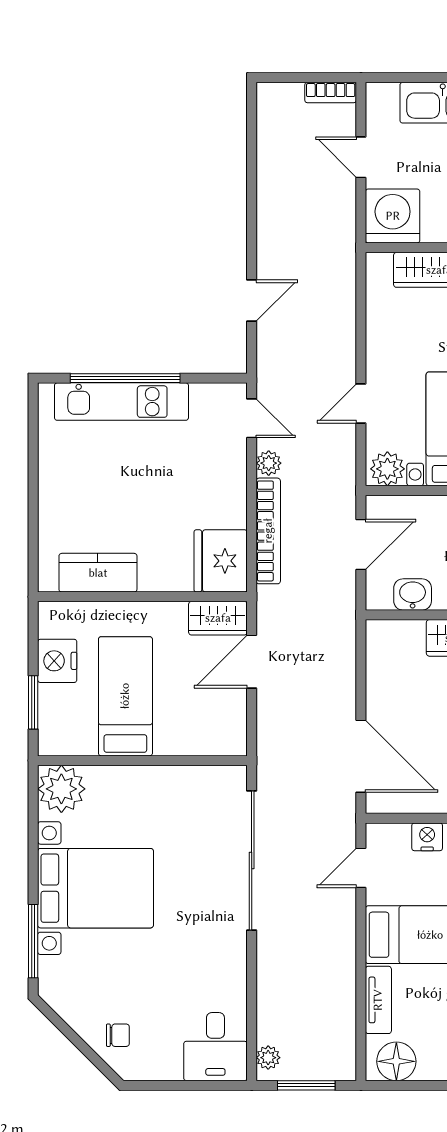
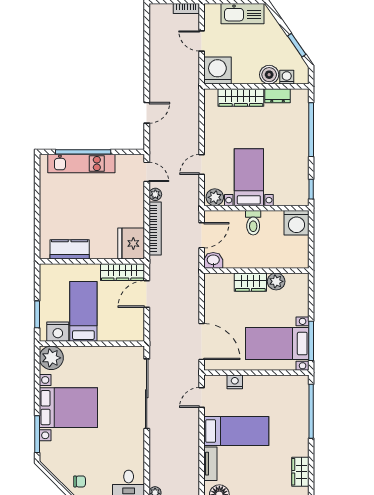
washbasin: (413, 594) -> (213, 260), moved
wardrobe: (218, 618) -> (122, 272), width x1.50
nightstand: (57, 661) -> (58, 332), moved, turned -90

